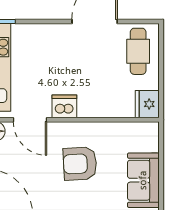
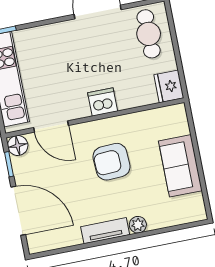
dishwasher: (64, 106) -> (103, 102), moved

